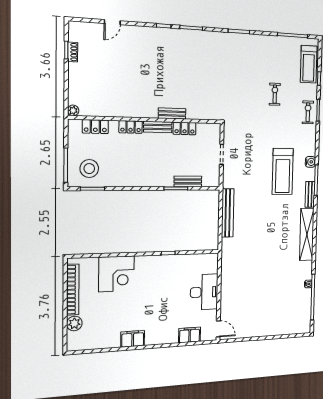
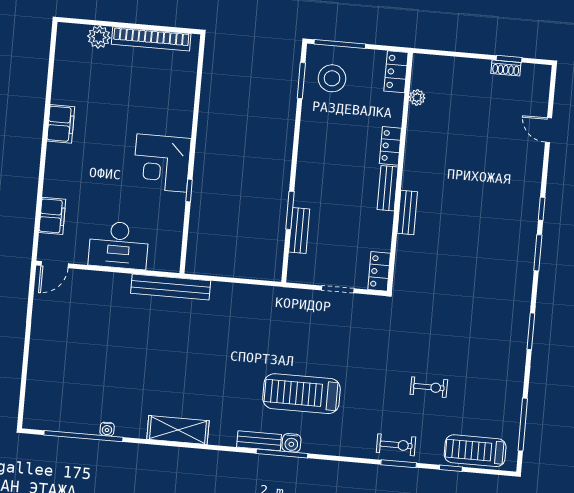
plant: (73, 110) -> (417, 98), moved
locker: (95, 127) -> (396, 72), moved
locker: (185, 128) -> (379, 271), moved
water cooler: (310, 162) -> (291, 443), moved
bench: (228, 213) -> (171, 287), moved
shelving: (307, 234) -> (178, 430), width x0.68
corner desk: (116, 274) -> (162, 163), moved

